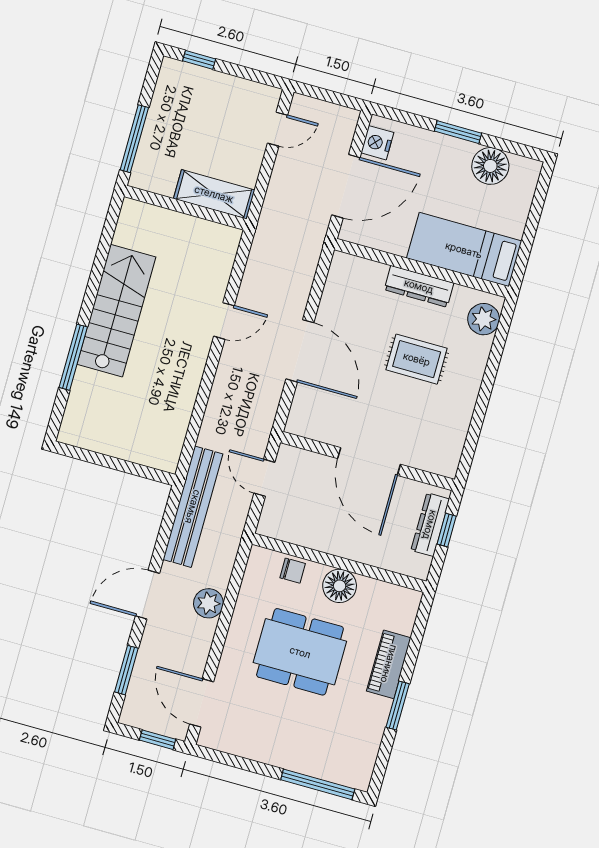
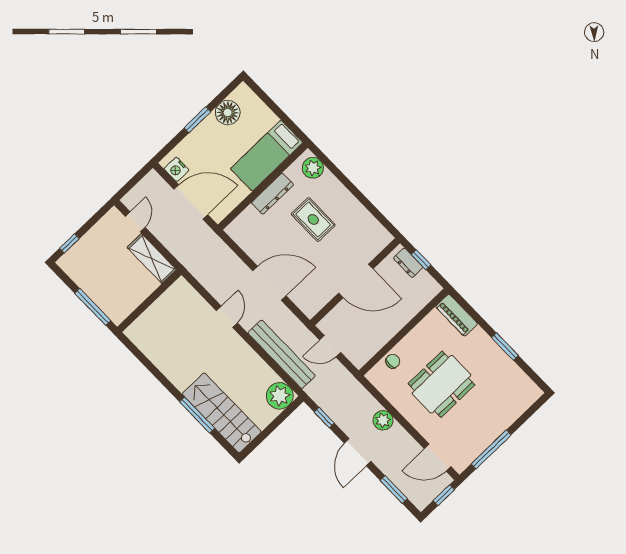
door: (346, 186) -> (191, 202), hinge flipped
shelving: (214, 194) -> (152, 259), moved, turned 90
stairs: (116, 311) -> (222, 413), moved
rug: (417, 359) -> (313, 219), turned 90
plant: (161, 450) -> (280, 396), added
bench: (193, 507) -> (282, 354), moved
window: (167, 525) -> (324, 418), added
dresser: (430, 525) -> (408, 263), width x0.70
floor lamp: (340, 586) -> (417, 340), removed
piano: (389, 664) -> (457, 315), moved
window: (318, 784) -> (491, 449), moved

